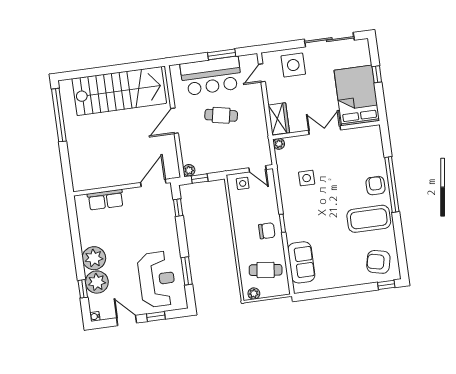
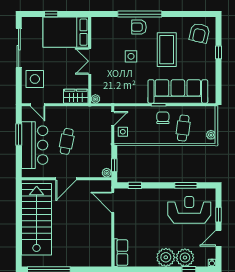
door: (175, 121) -> (66, 179), hinge flipped
side table: (307, 178) -> (131, 56), moved
row of seats: (106, 200) -> (121, 253), moved
coffee table: (369, 219) -> (167, 50), moved
sofa: (301, 262) -> (178, 91), width x1.85, depth x1.27
cafe table: (266, 270) -> (183, 128), moved
window: (386, 285) -> (219, 52), moved

